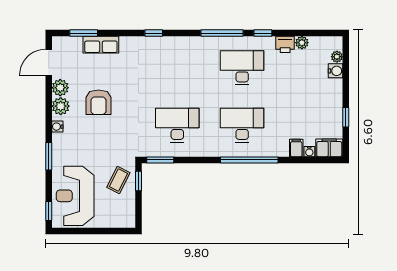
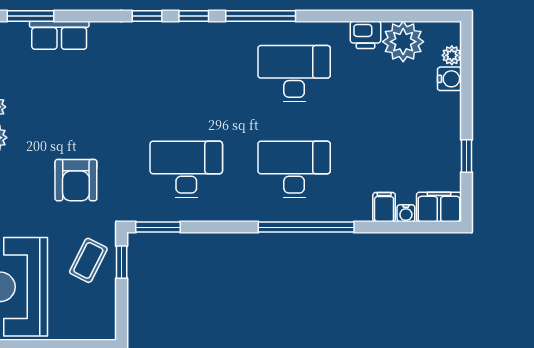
window: (263, 33) -> (194, 16), moved
plant: (302, 43) -> (403, 42), width x1.88, depth x1.88
armchair: (98, 102) -> (76, 180), moved

